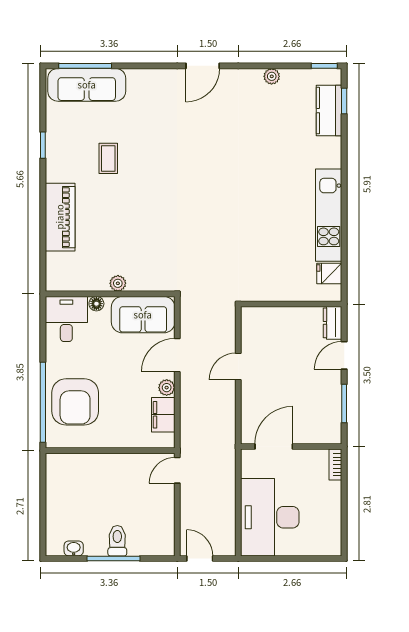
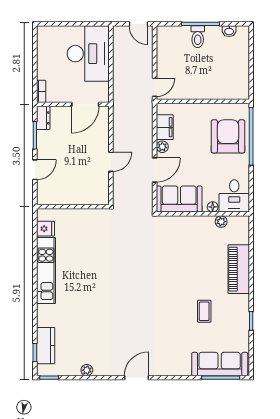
plant: (118, 283) -> (221, 222), moved
dresser: (332, 323) -> (43, 118), moved

